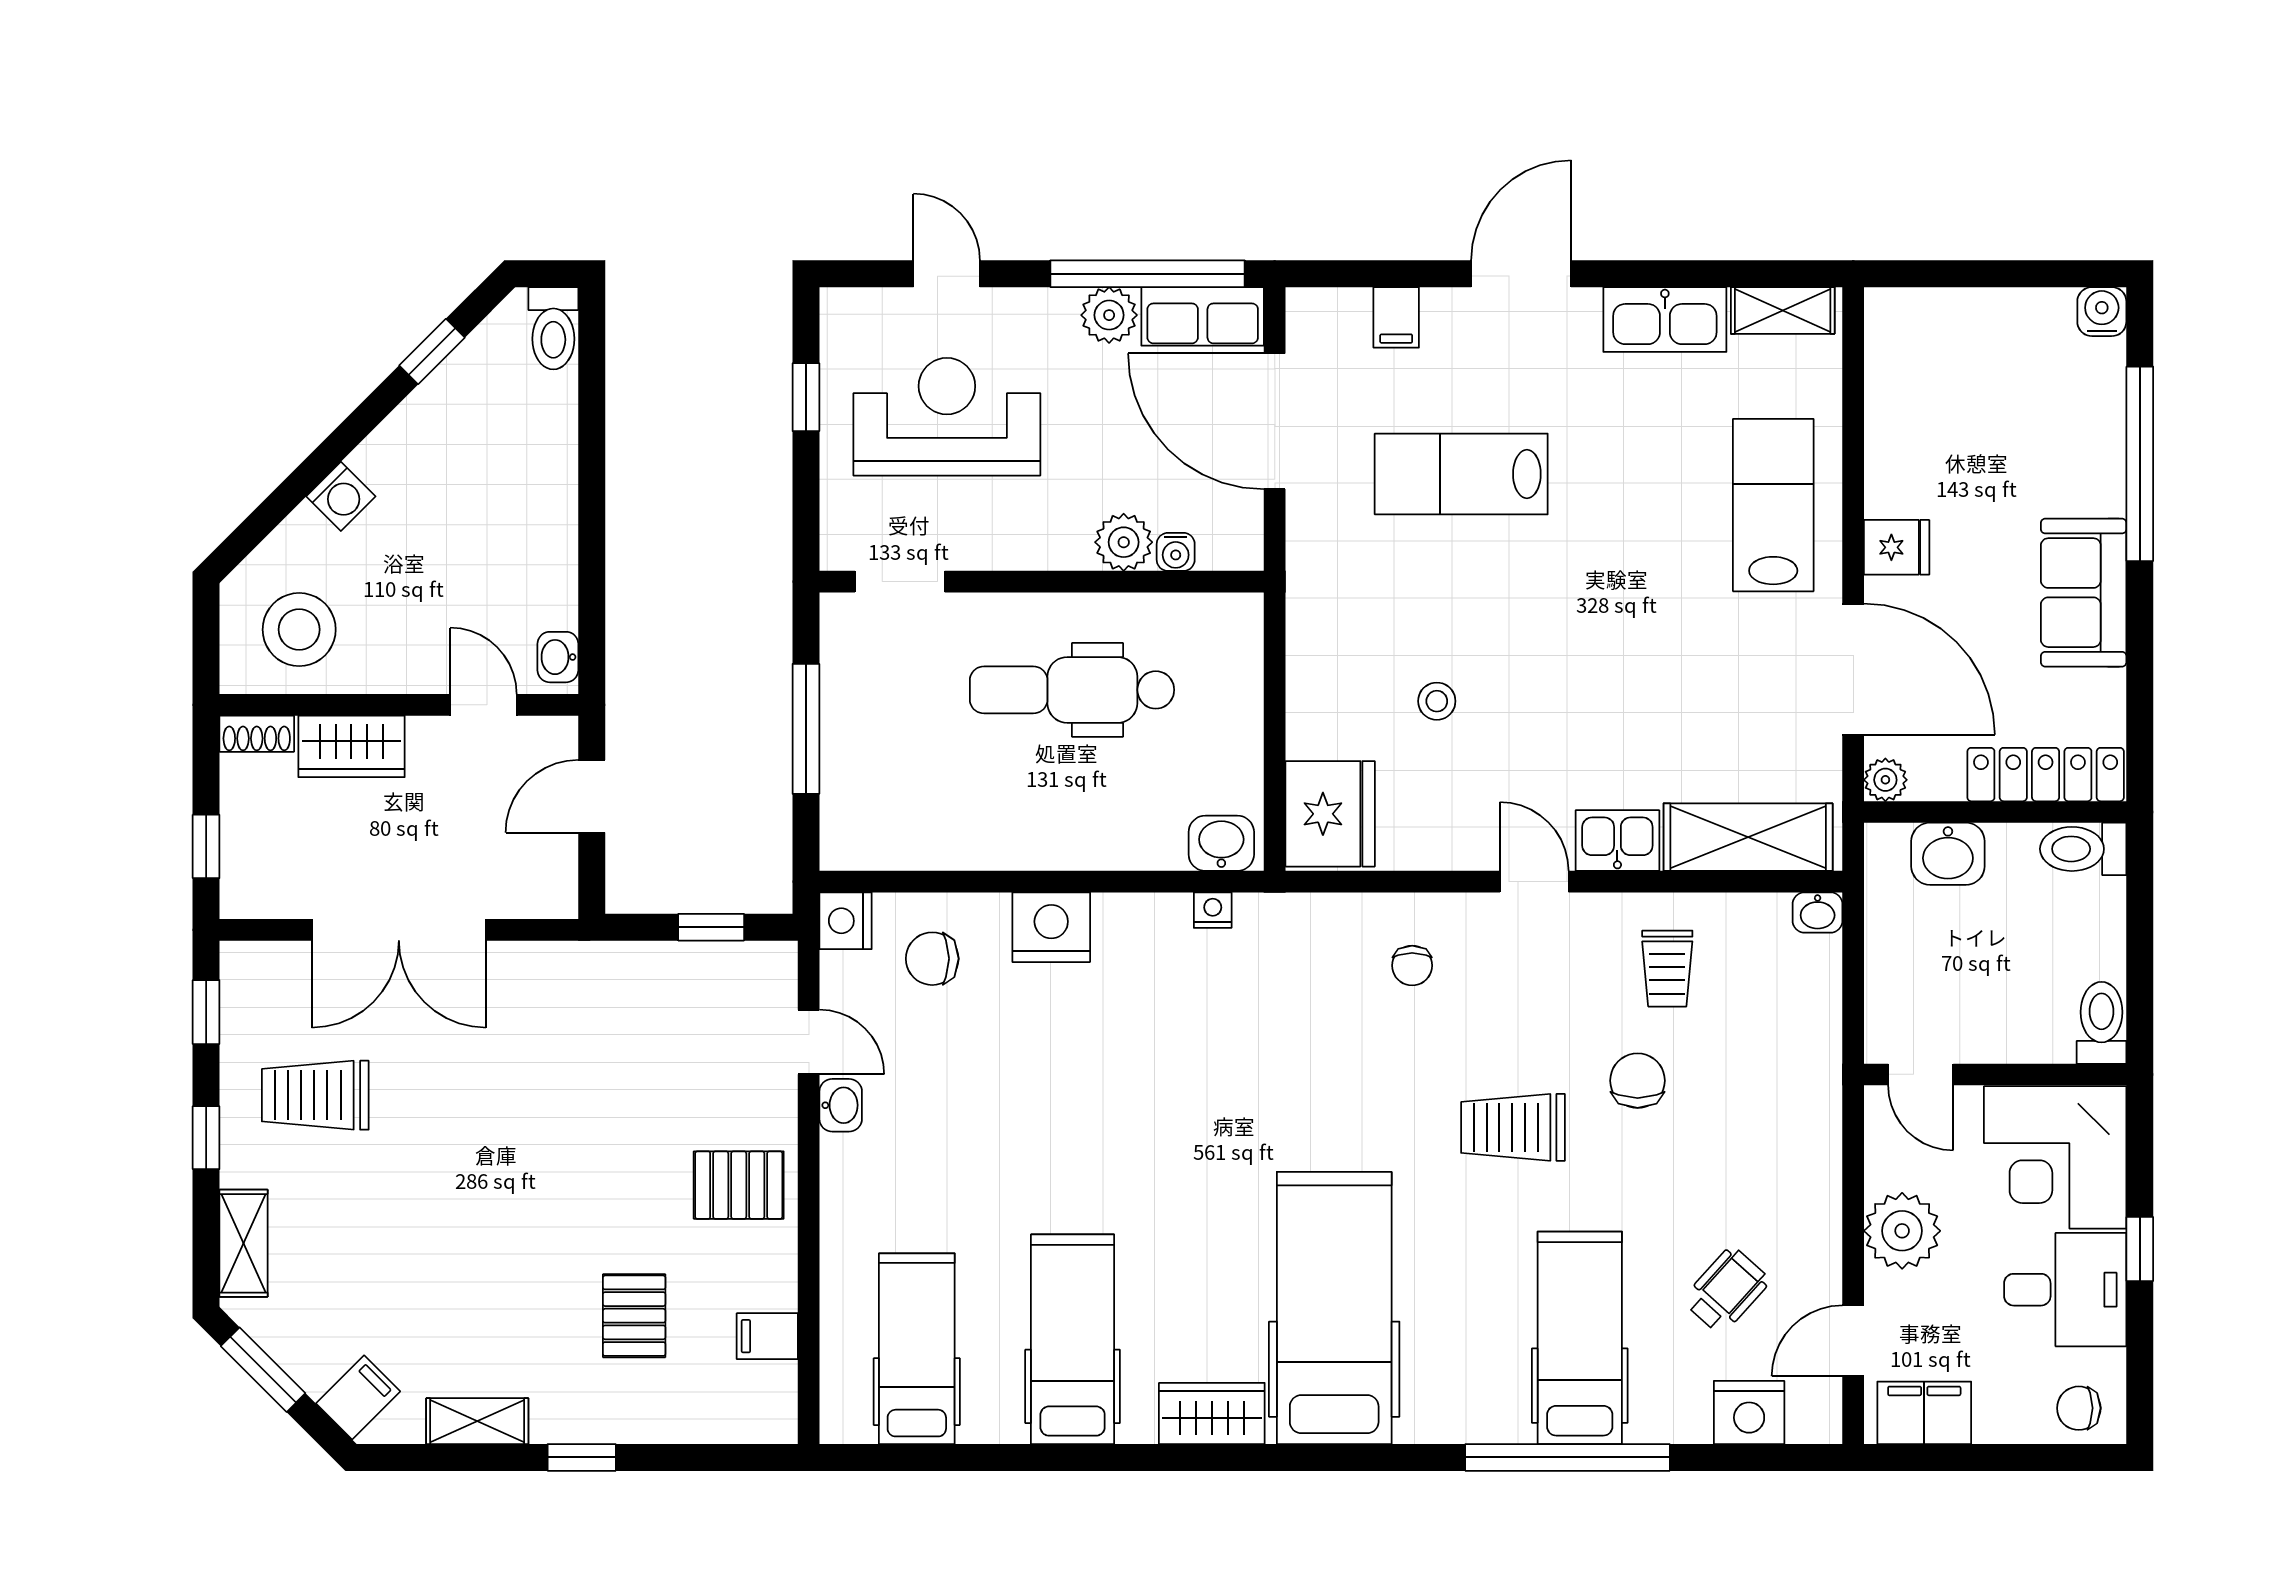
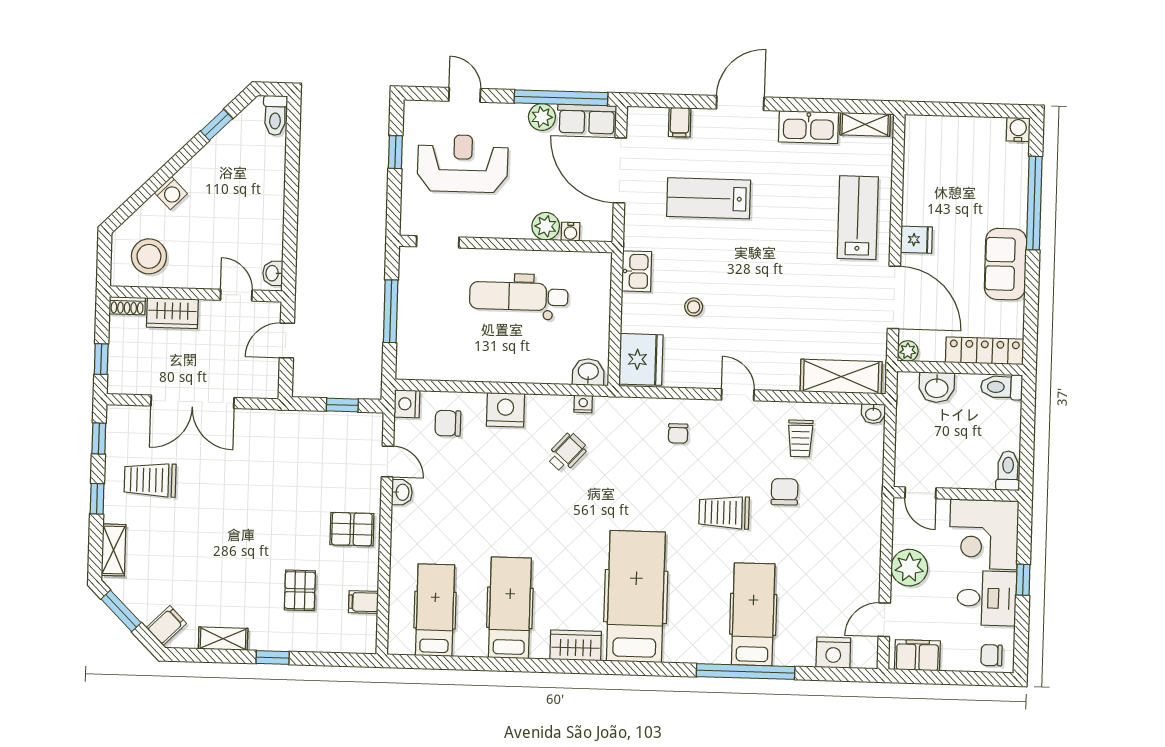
kitchen sink: (1617, 841) -> (637, 271), moved, turned 90
wheelchair: (1726, 1290) -> (567, 453), moved

